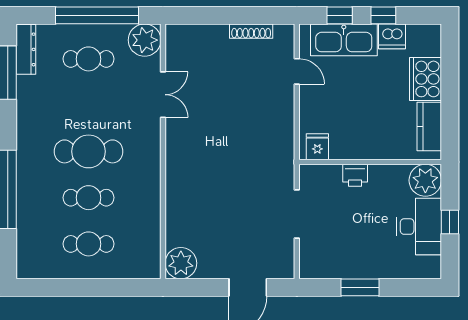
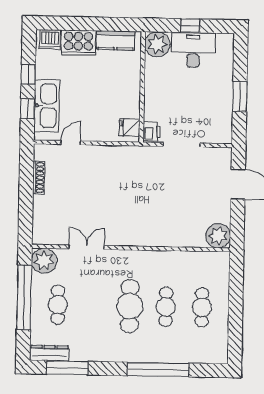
dishwasher: (392, 36) -> (50, 39), moved, turned 90
printer: (355, 175) -> (152, 131), moved

